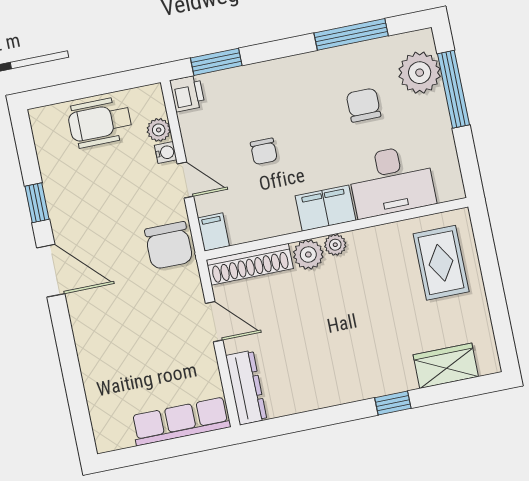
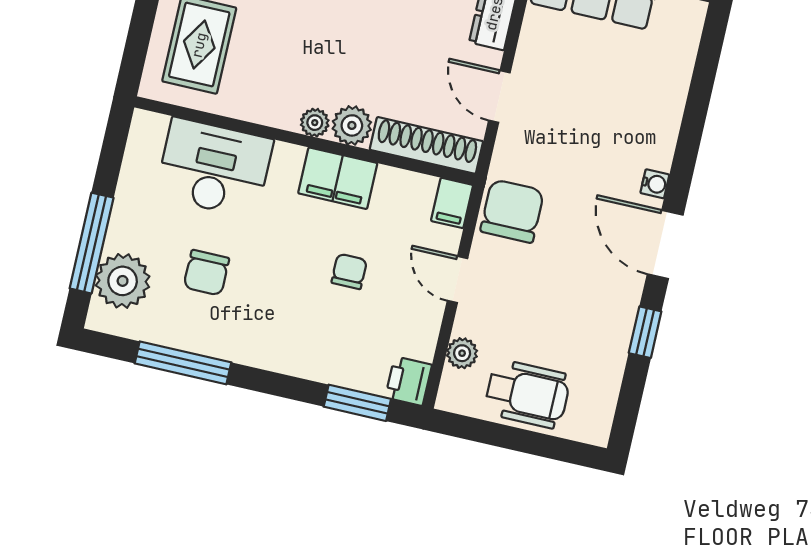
water cooler: (166, 153) -> (655, 184), moved, turned 180
filing cabinet: (326, 208) -> (338, 178), moved

